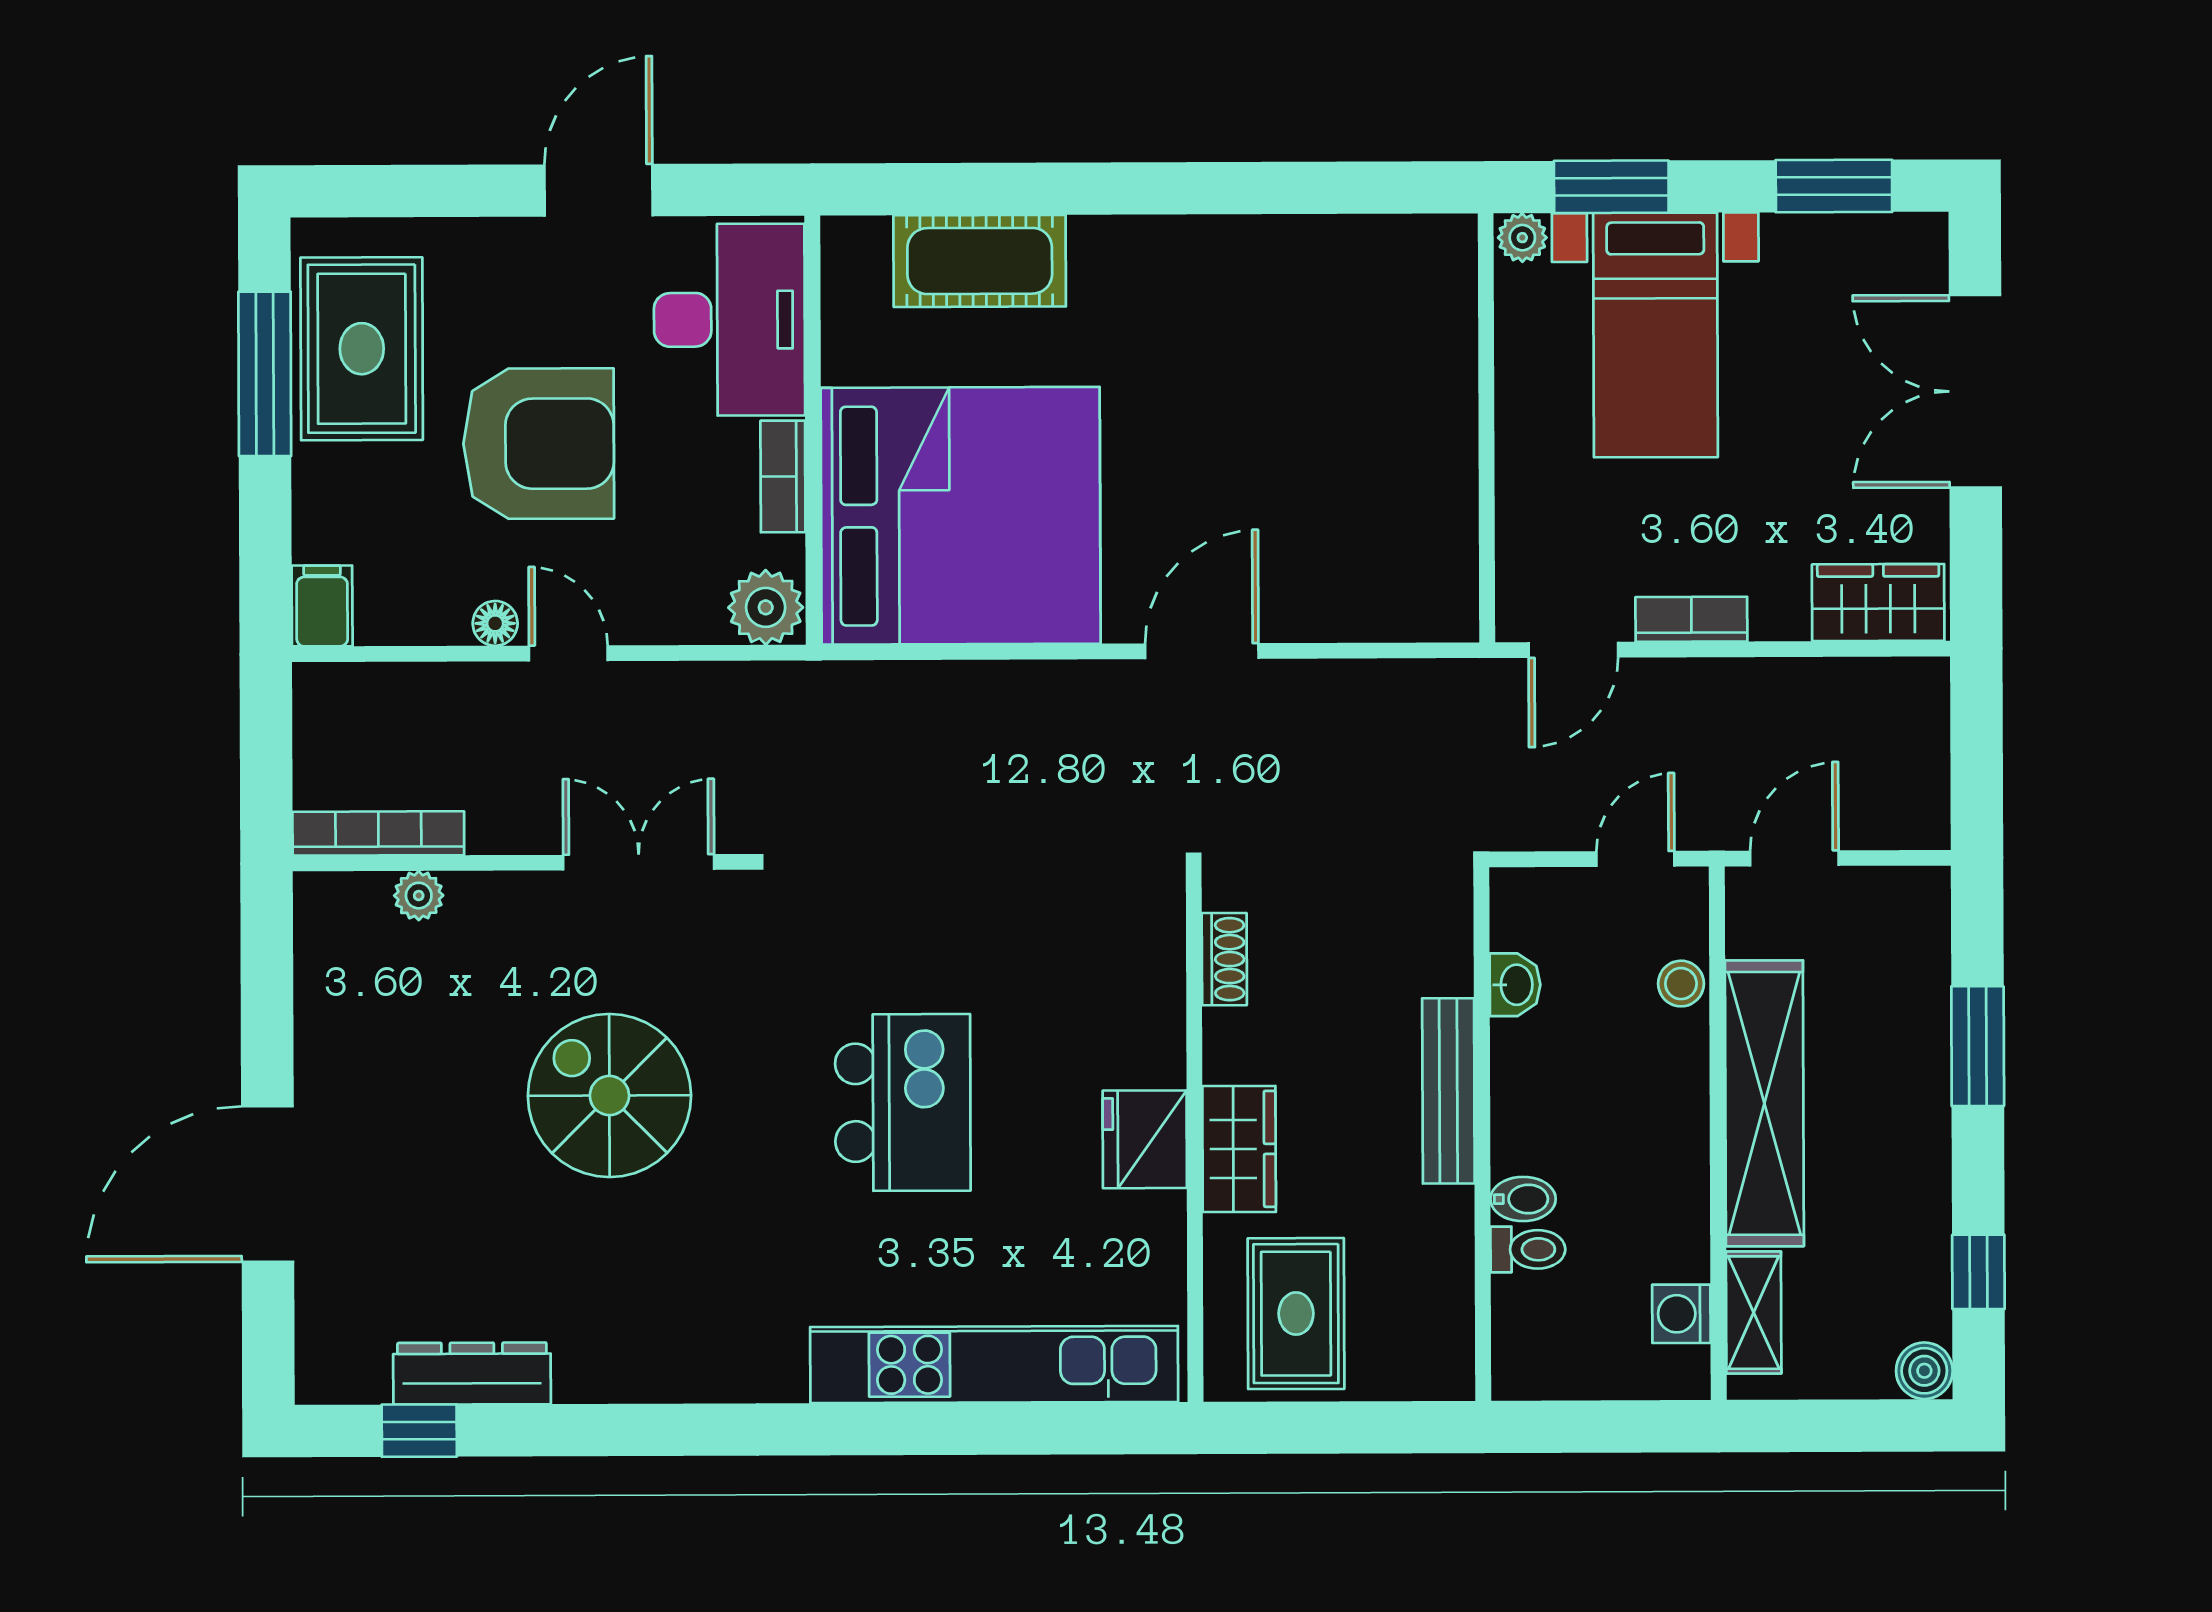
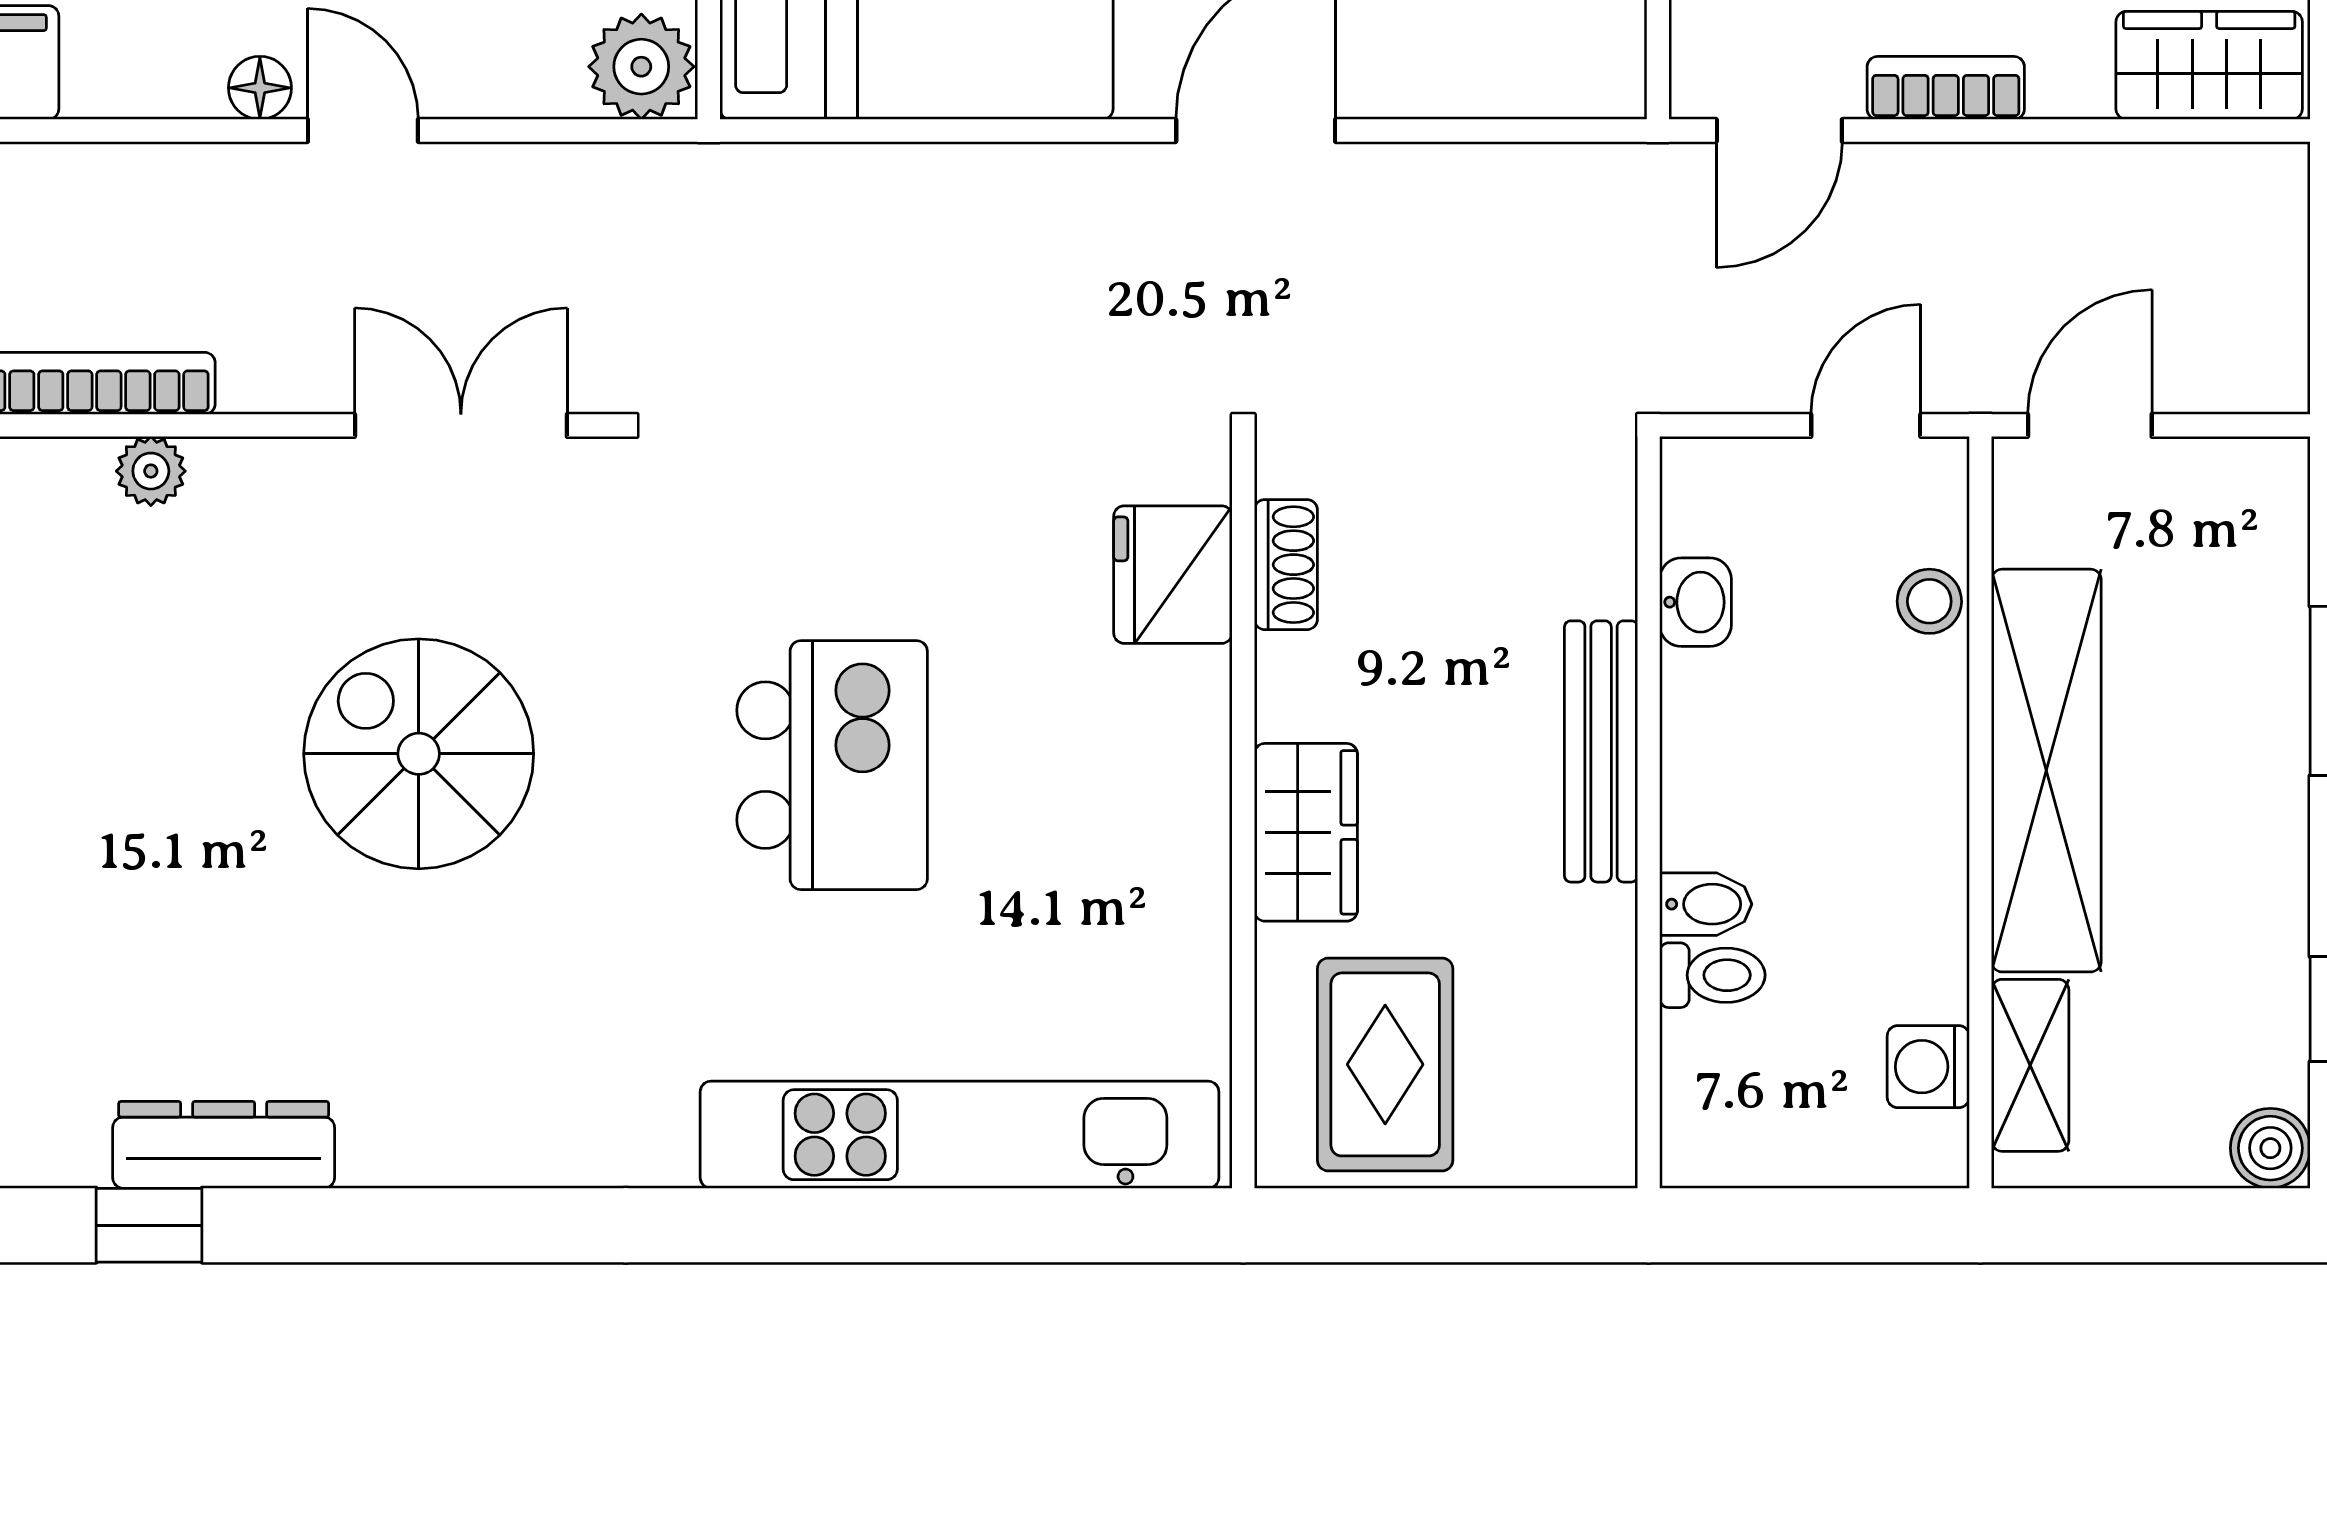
fridge: (1145, 1139) -> (1173, 575), moved

